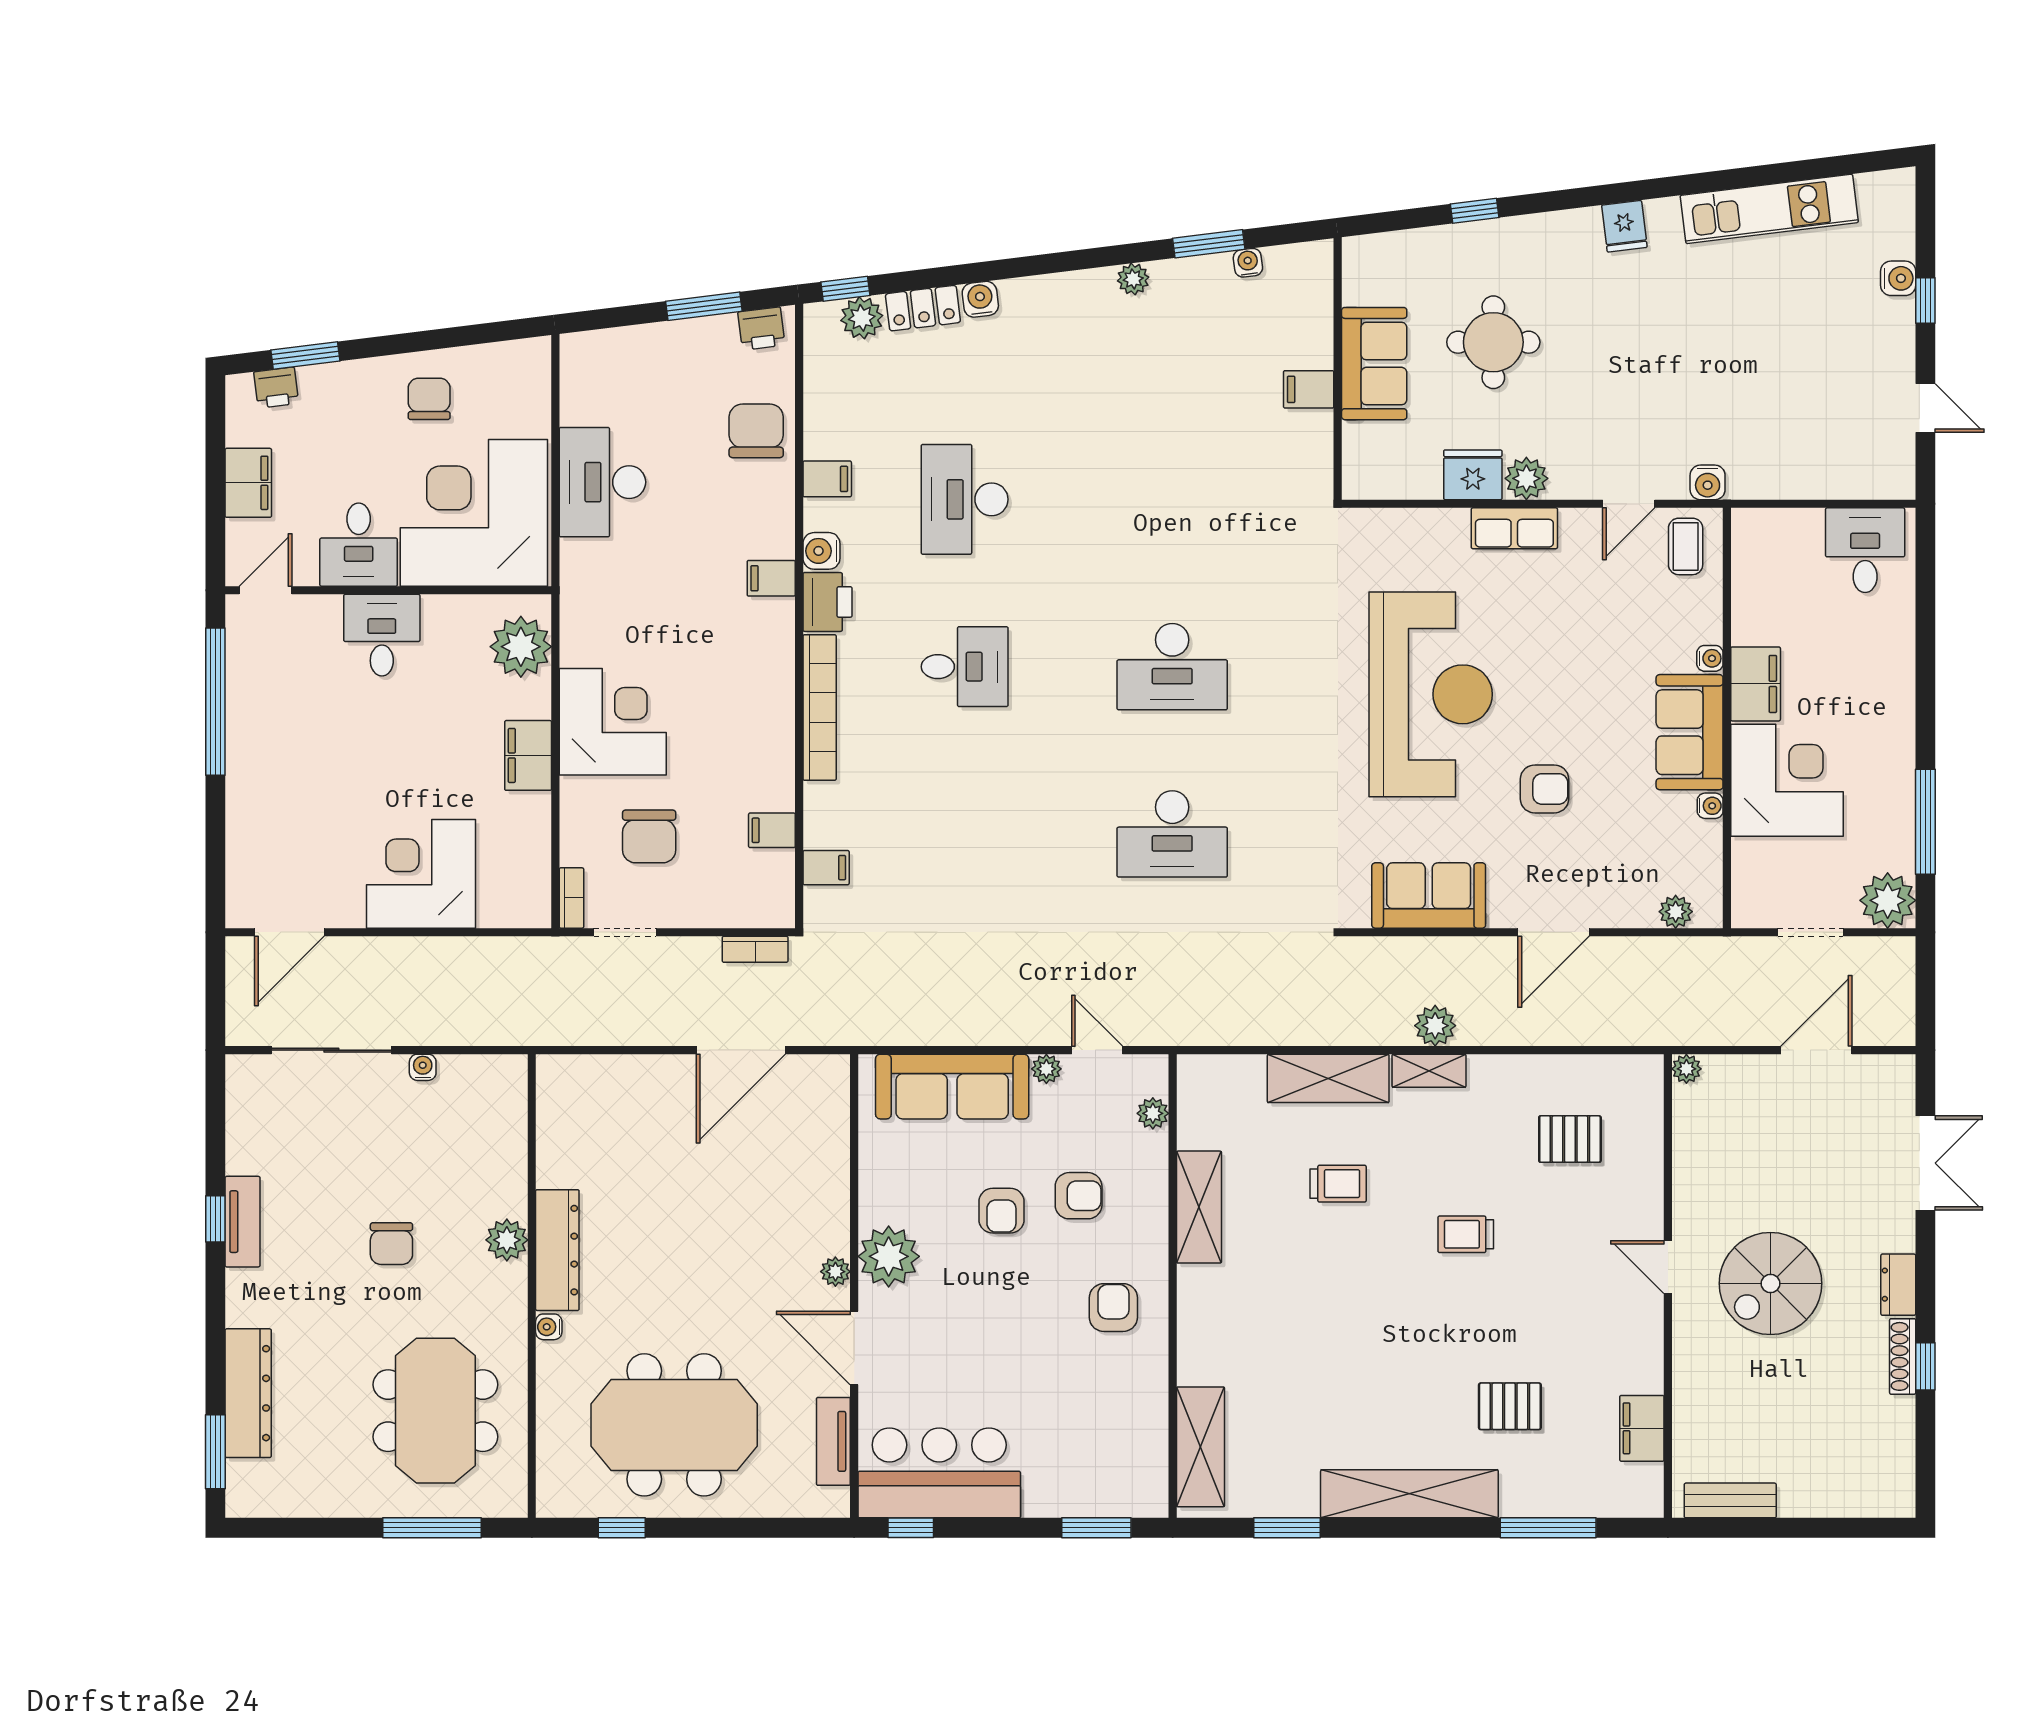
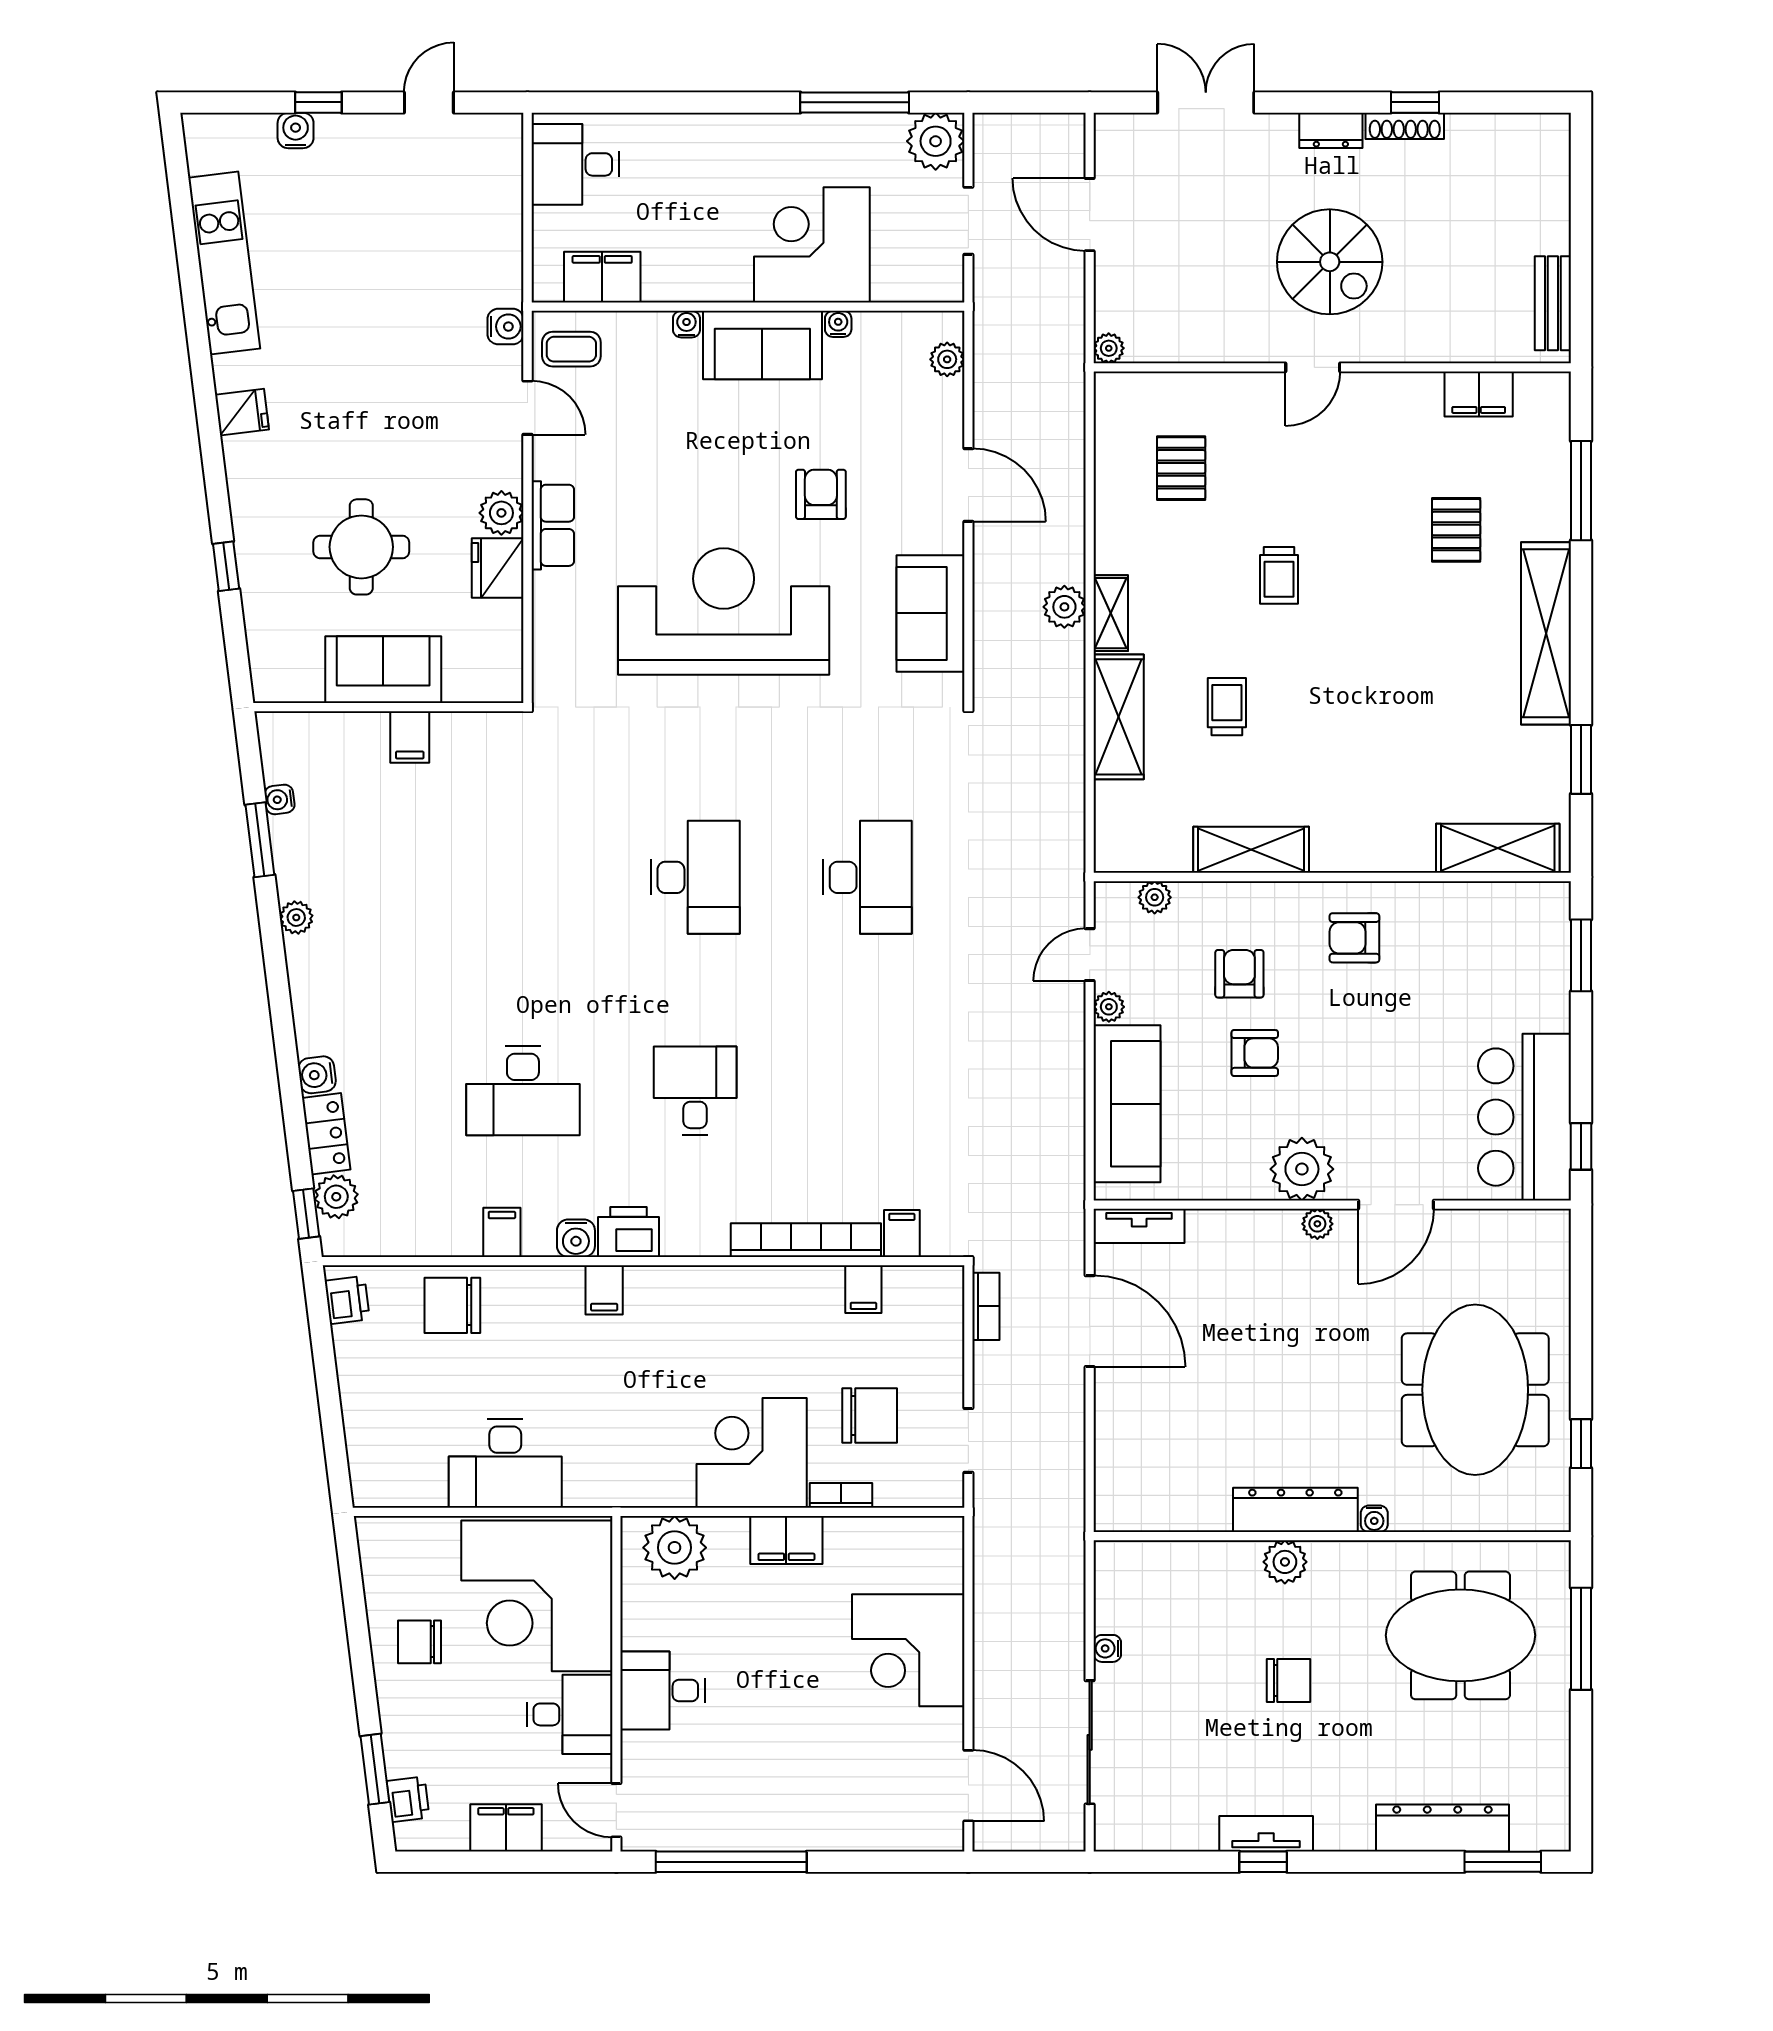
window: (704, 306) -> (324, 1359), removed
filing cabinet: (1756, 684) -> (602, 277), moved
bookcase: (820, 708) -> (806, 1240), moved
bookcase: (571, 898) -> (841, 1495), moved
tv unit: (833, 1441) -> (1139, 1226), moved

